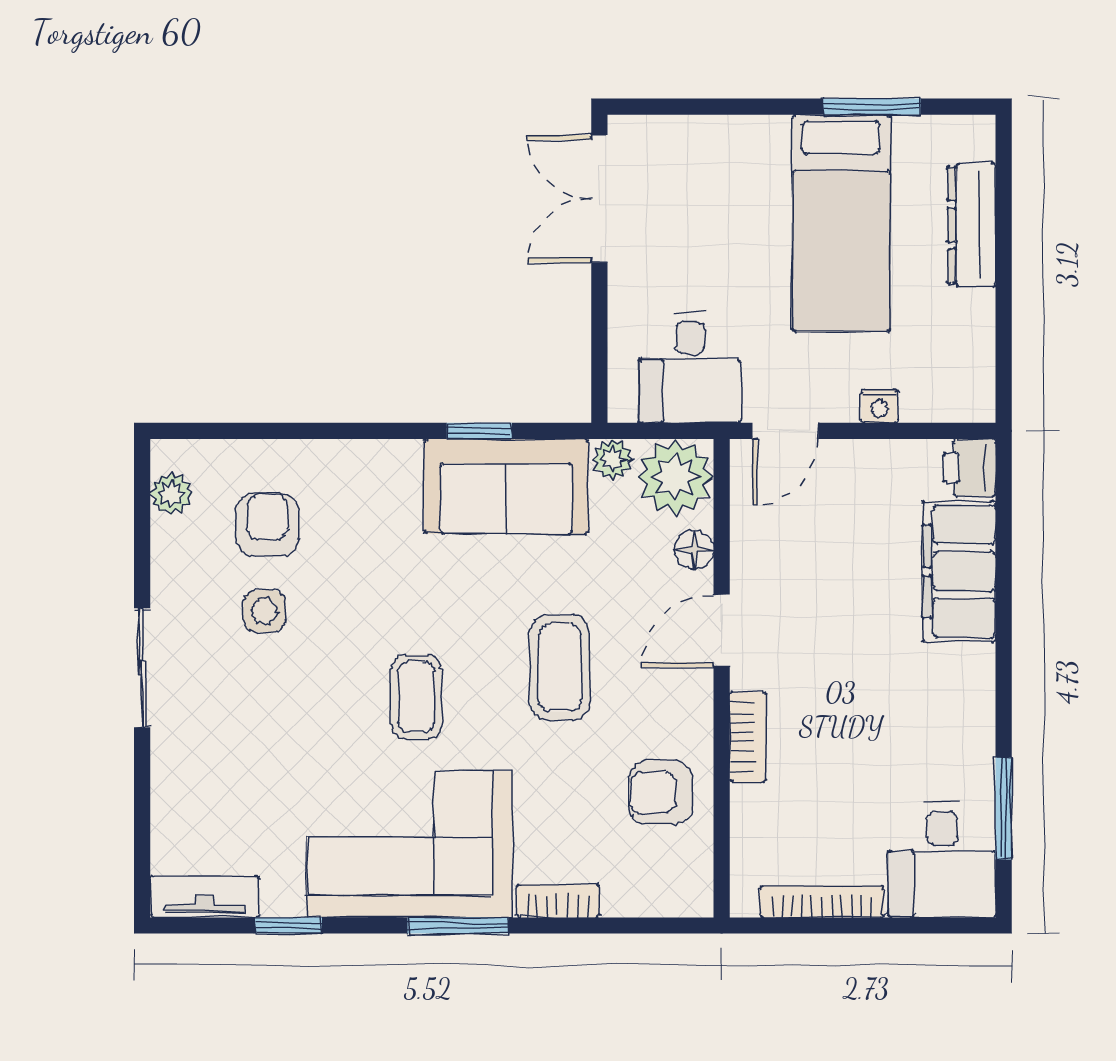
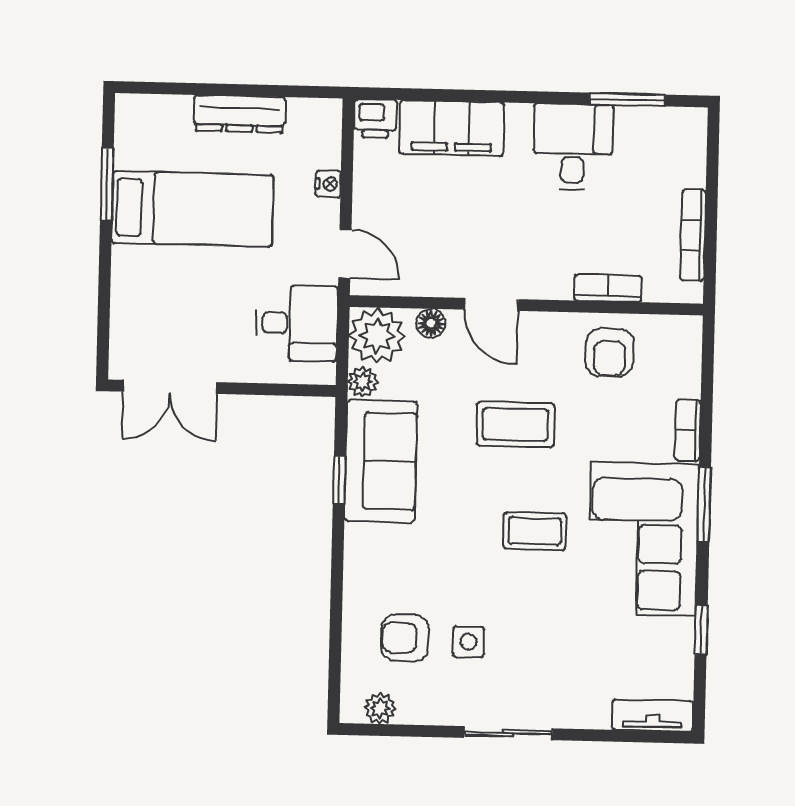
dresser: (971, 225) -> (240, 114), moved
bookcase: (748, 737) -> (608, 288), moved
desk: (942, 860) -> (573, 147), moved, turned -90
tv unit: (205, 897) -> (653, 715), moved, turned 90

